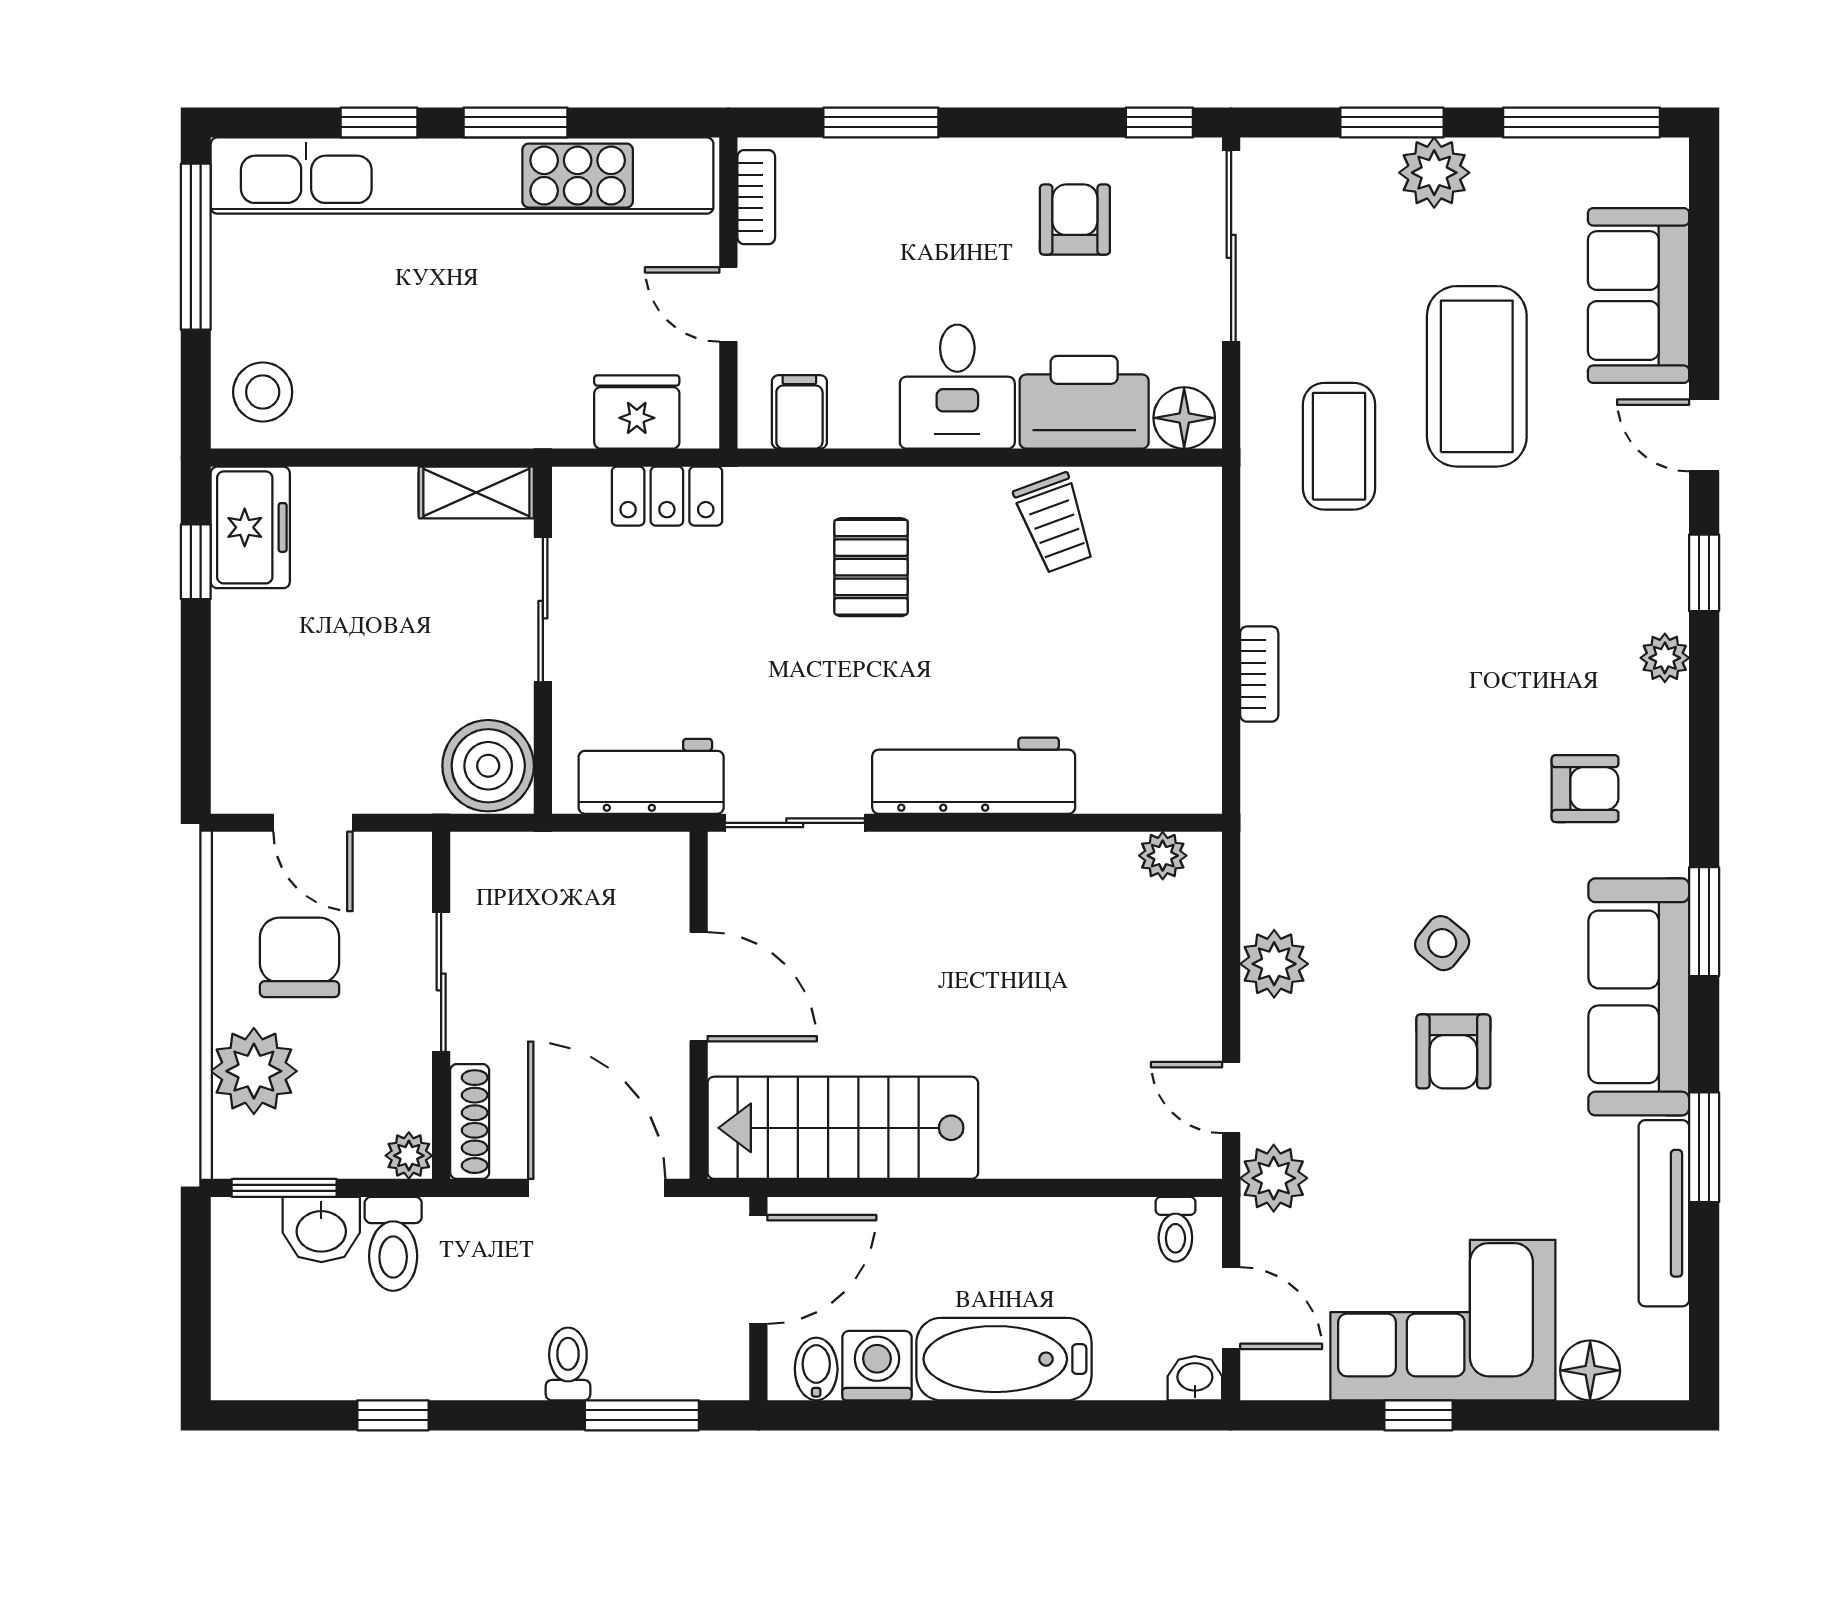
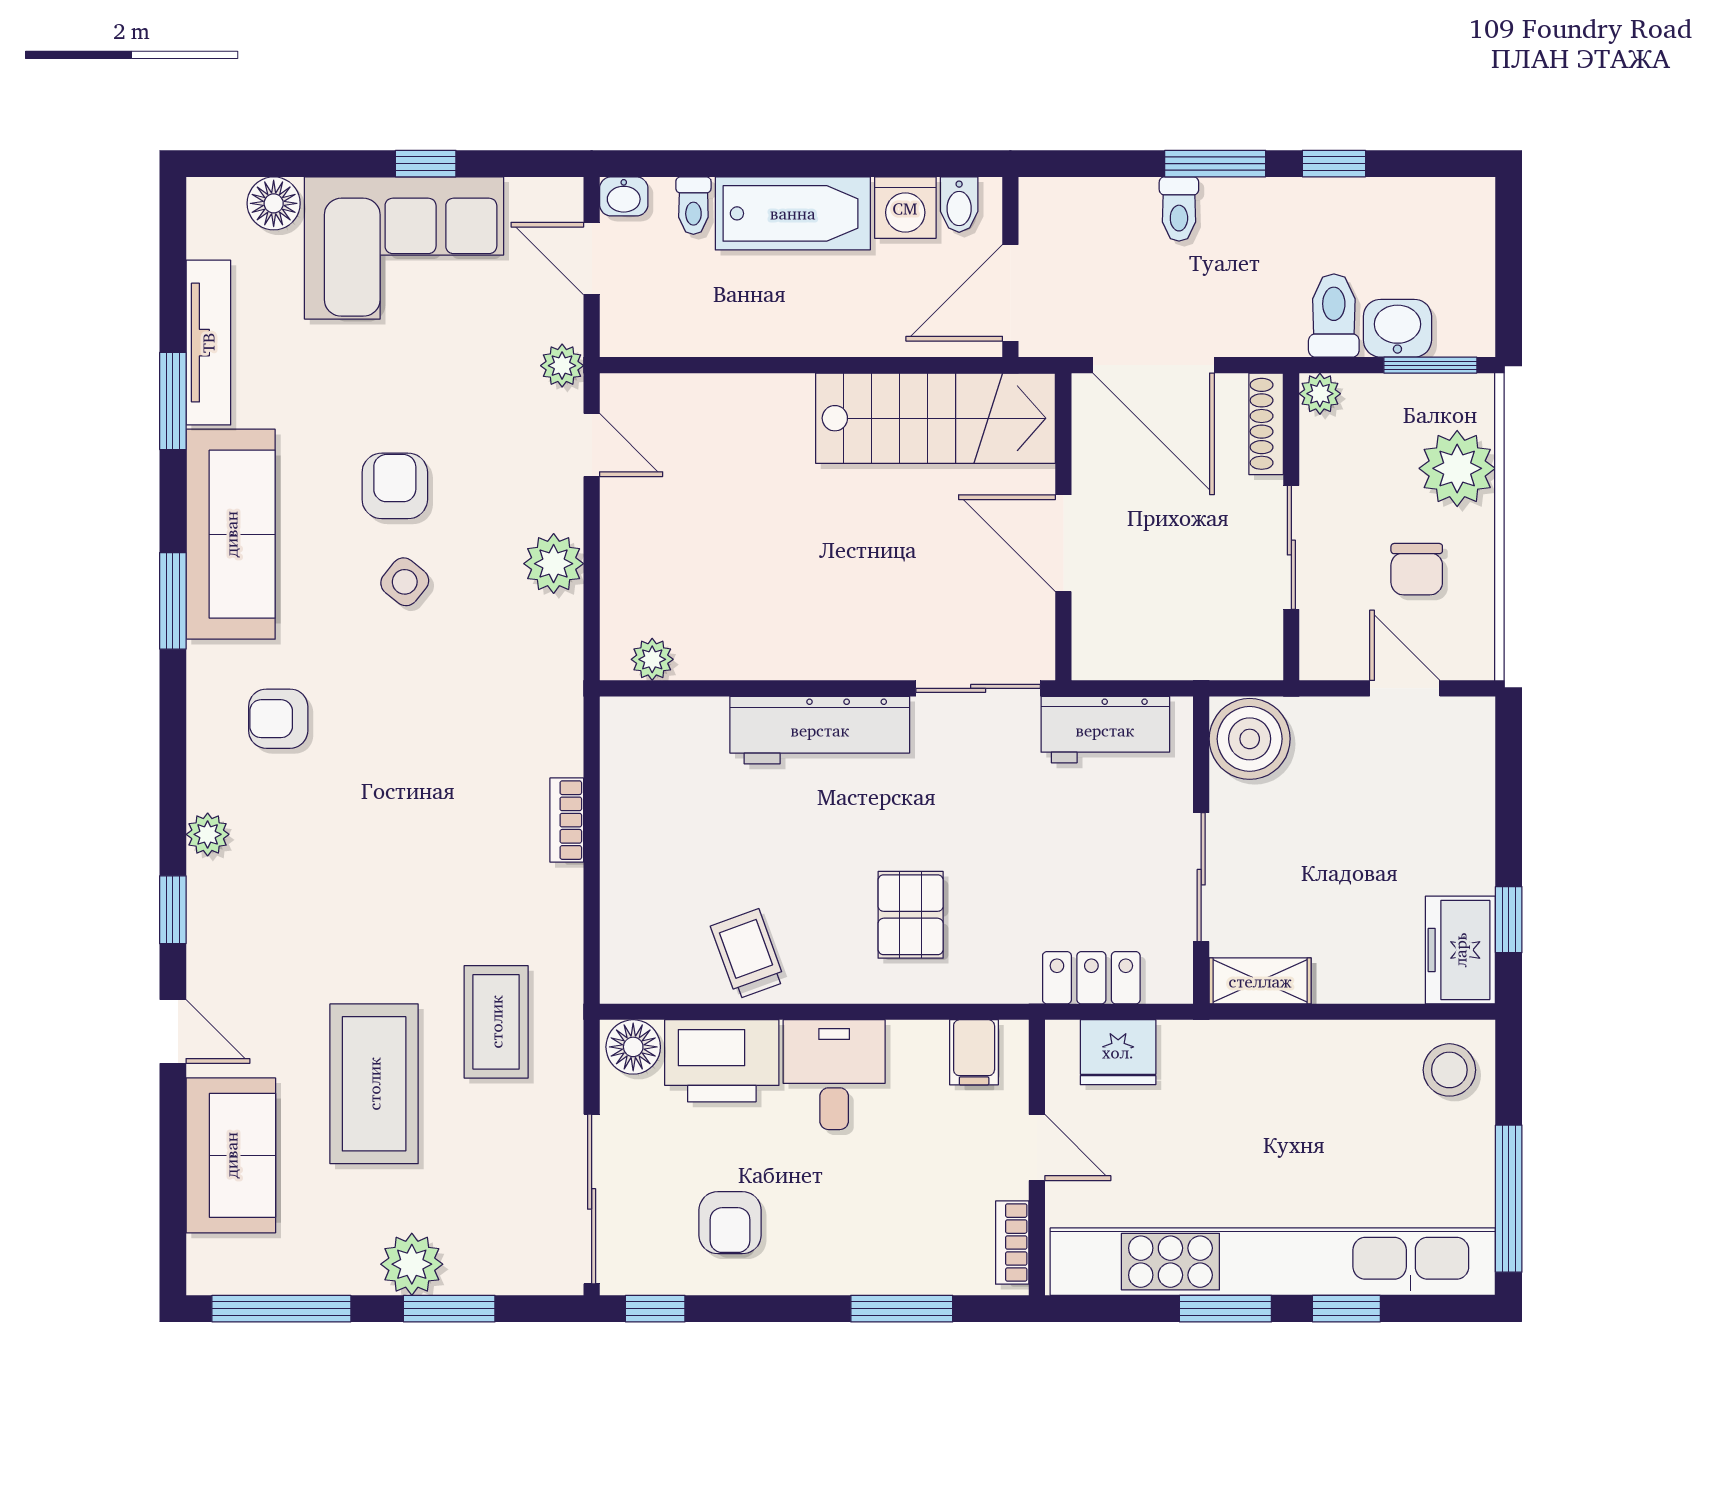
chair: (300, 957) -> (1417, 569), width x0.73, depth x0.73
plant: (1274, 1178) -> (562, 366), width x0.73, depth x0.73
toilet: (1175, 1229) -> (693, 206), moved, turned 180
window: (642, 1415) -> (1215, 164), moved

